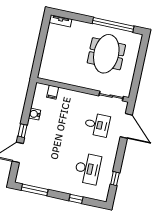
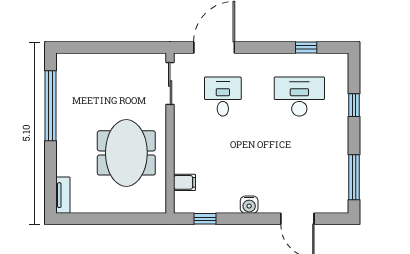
meeting table: (106, 54) -> (126, 153), moved, turned 90
water cooler: (35, 114) -> (249, 205), moved
window: (22, 131) -> (205, 219), moved

